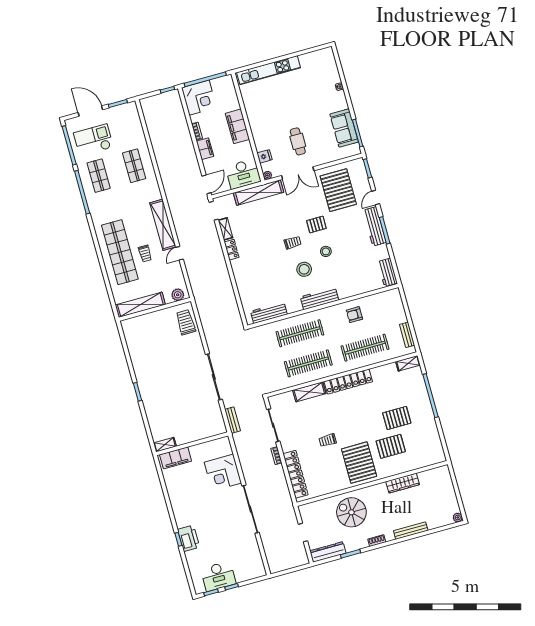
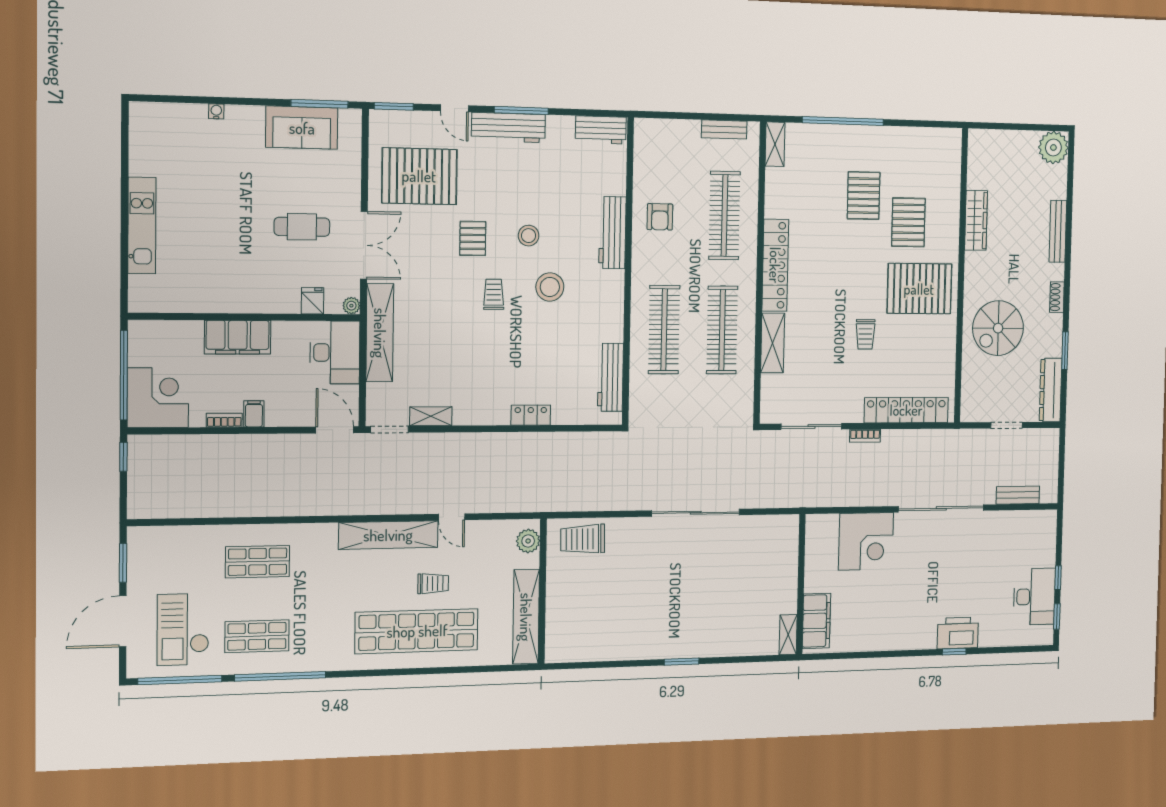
kitchen unit: (269, 70) -> (142, 225), width x0.73
filing cabinet: (205, 149) -> (254, 414), width x0.50
locker: (232, 250) -> (531, 415), moved
workbench: (319, 298) -> (612, 233), moved
bench: (232, 420) -> (1018, 495), moved
plant: (458, 517) -> (1053, 147), width x1.88, depth x1.88

